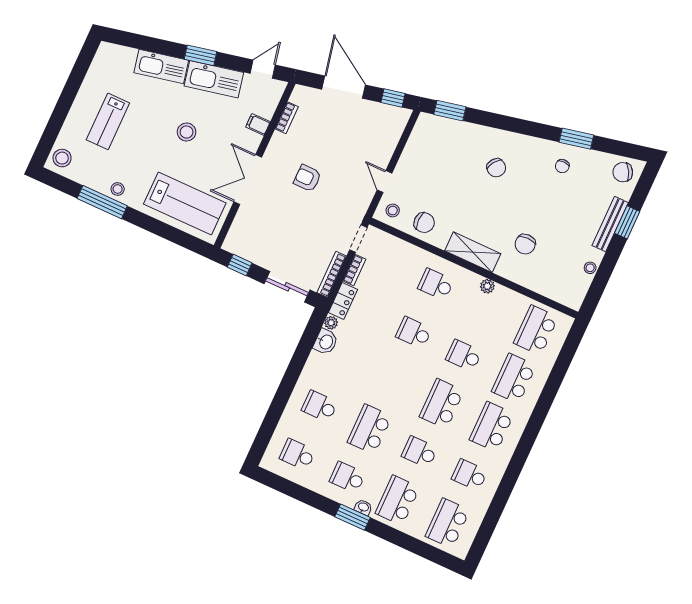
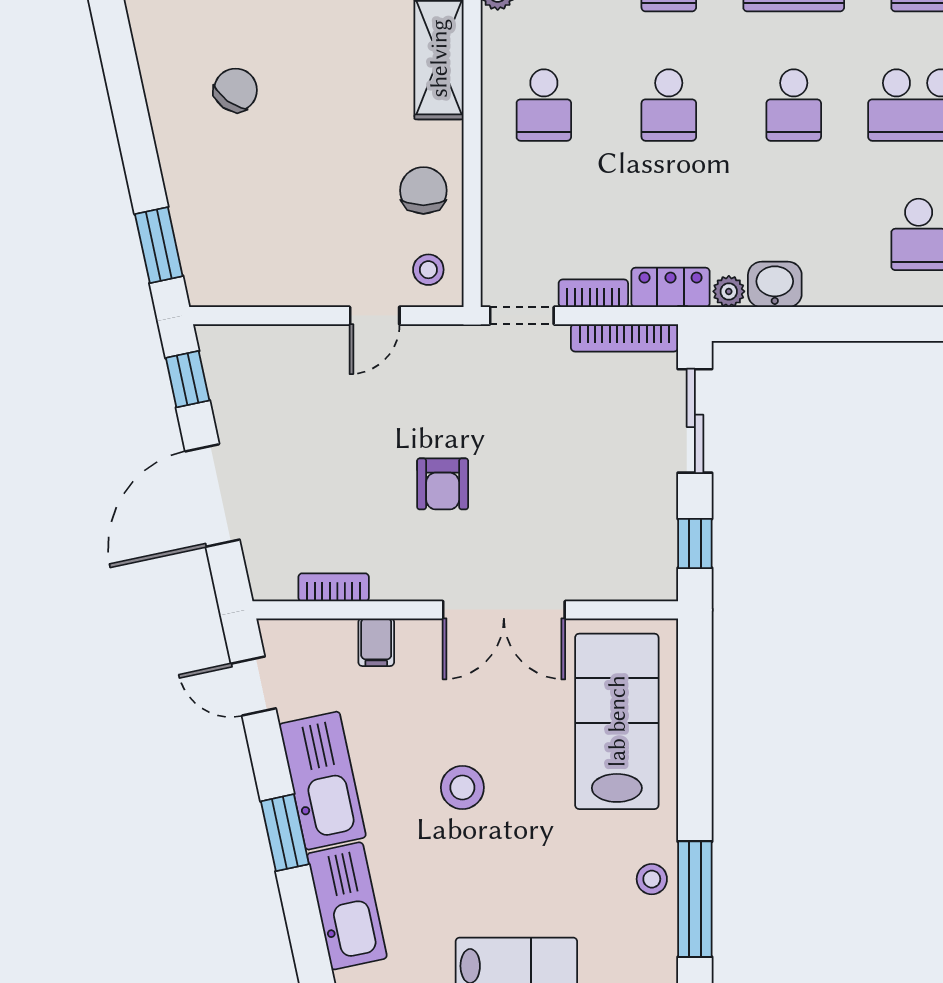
school desk: (392, 381) -> (794, 105), added

